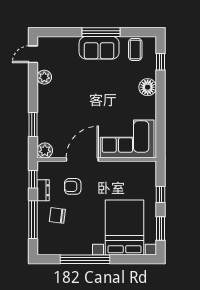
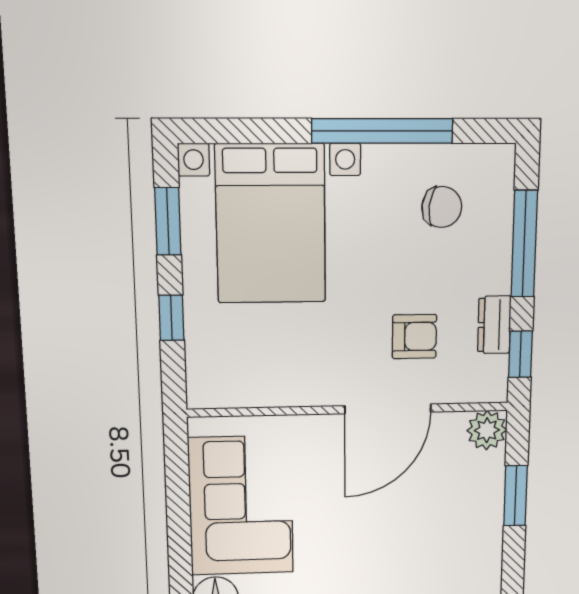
corner sofa: (127, 139) -> (241, 506), moved, turned -90
chair: (57, 215) -> (442, 207), moved

